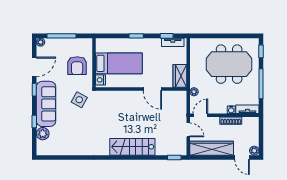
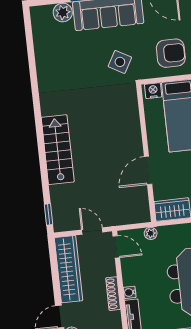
armchair: (77, 66) -> (171, 53), turned 180
door: (188, 130) -> (92, 231), swing flipped

